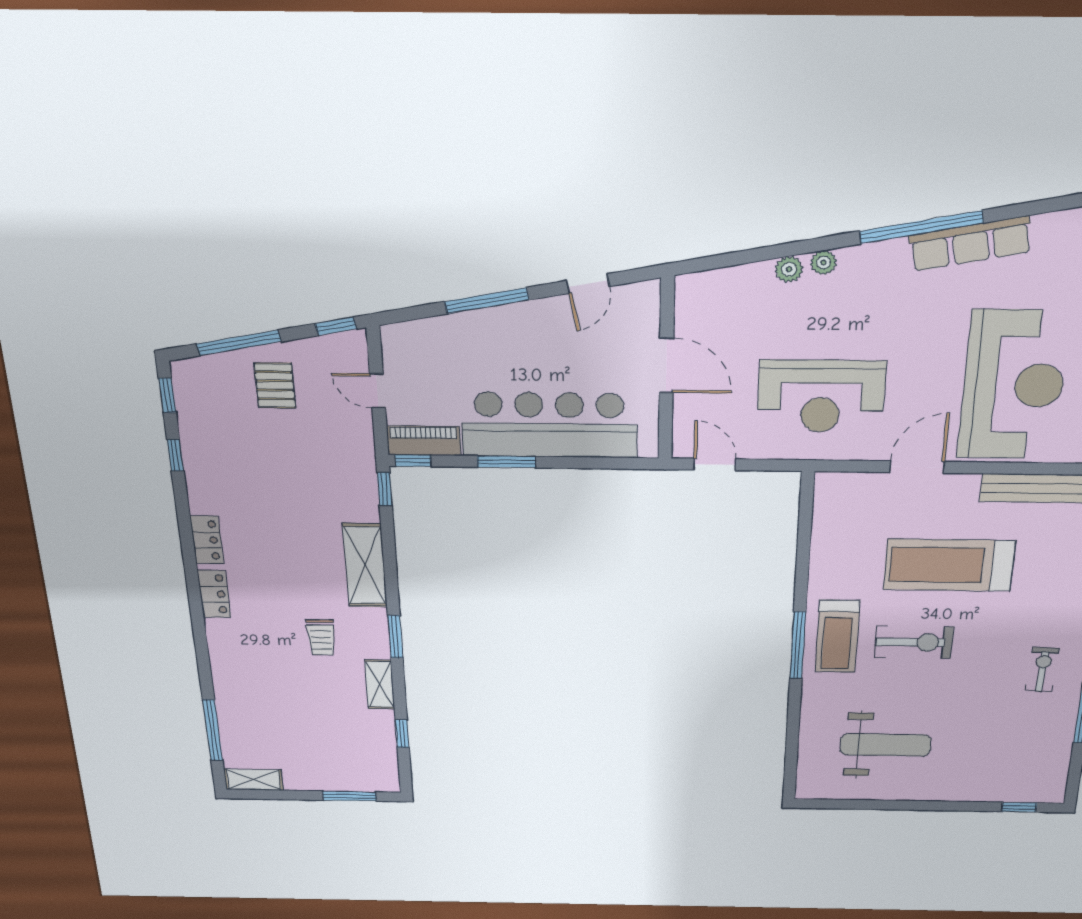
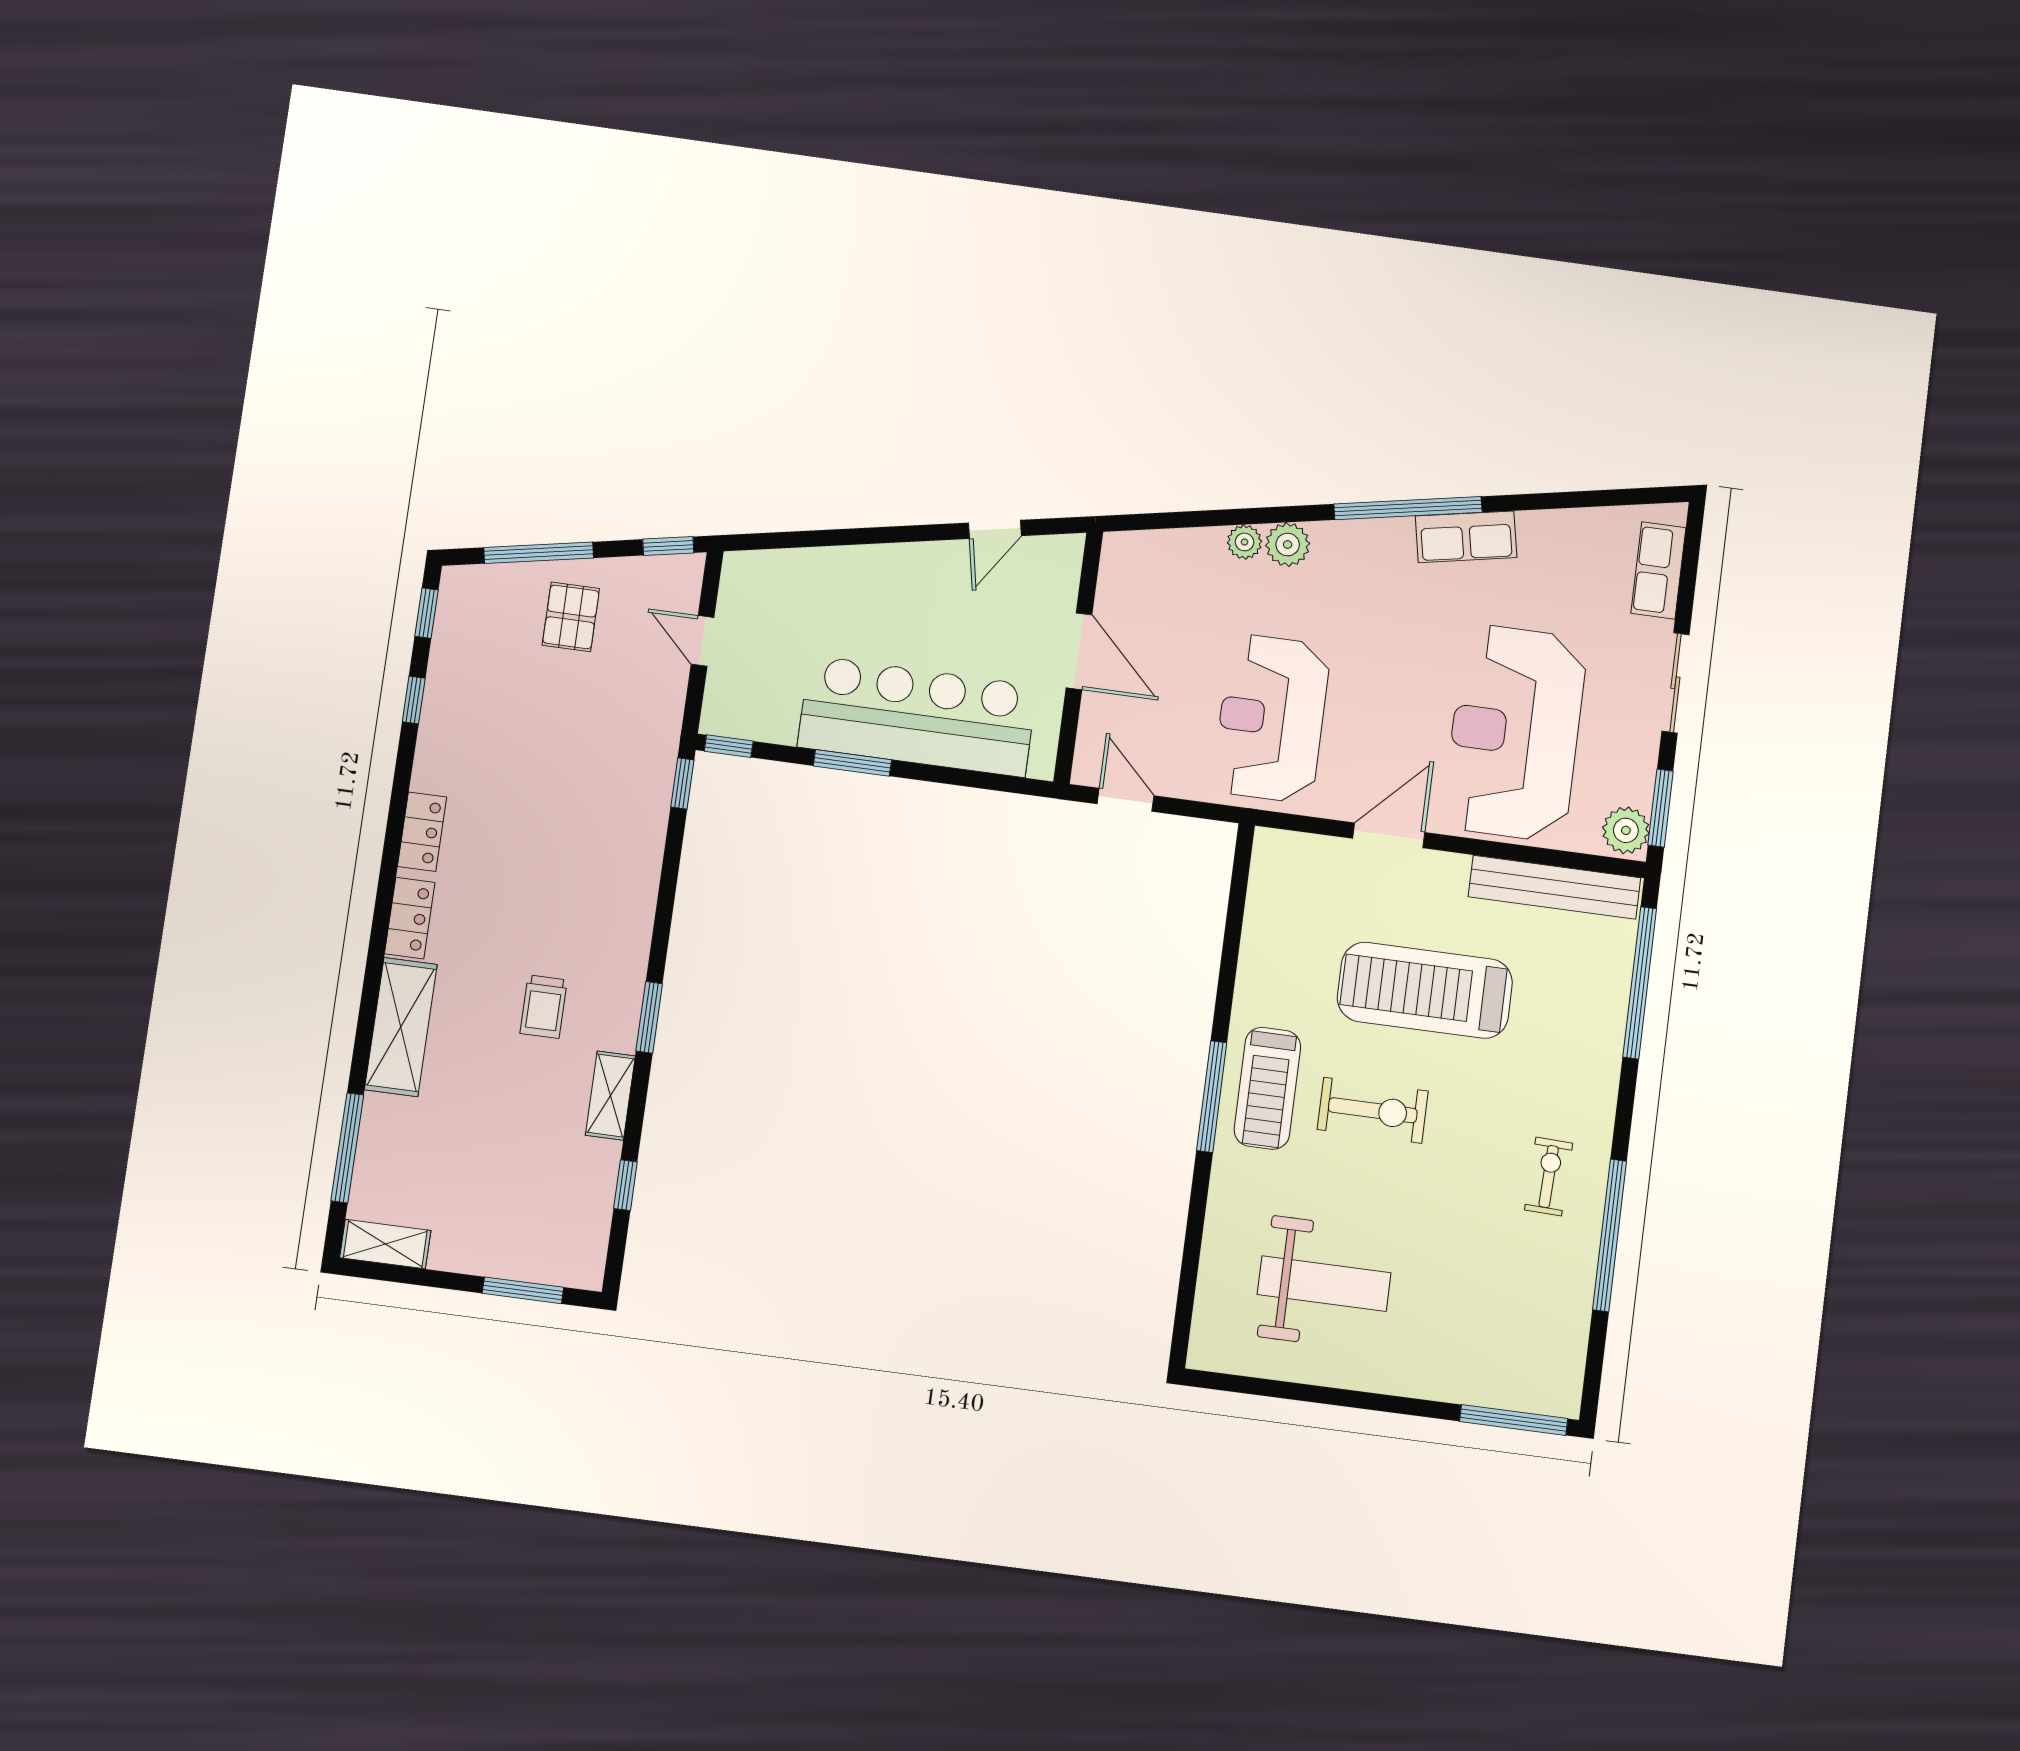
row of seats: (970, 244) -> (1466, 537), width x0.68
plant: (823, 263) -> (1288, 545), width x1.38, depth x1.38
window: (487, 301) -> (865, 536), removed
reception desk: (1013, 385) -> (1515, 733), turned 180
reception desk: (821, 396) -> (1271, 718), turned 90
piano: (424, 441) -> (749, 719), removed
shelving: (365, 565) -> (401, 1027), moved
window: (1019, 807) -> (1514, 1420), width x2.17

